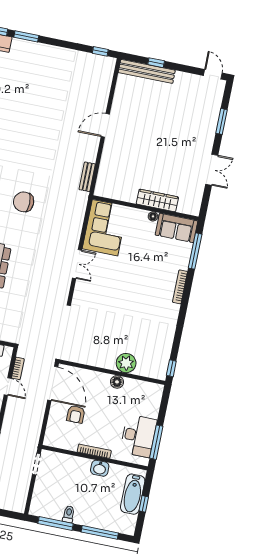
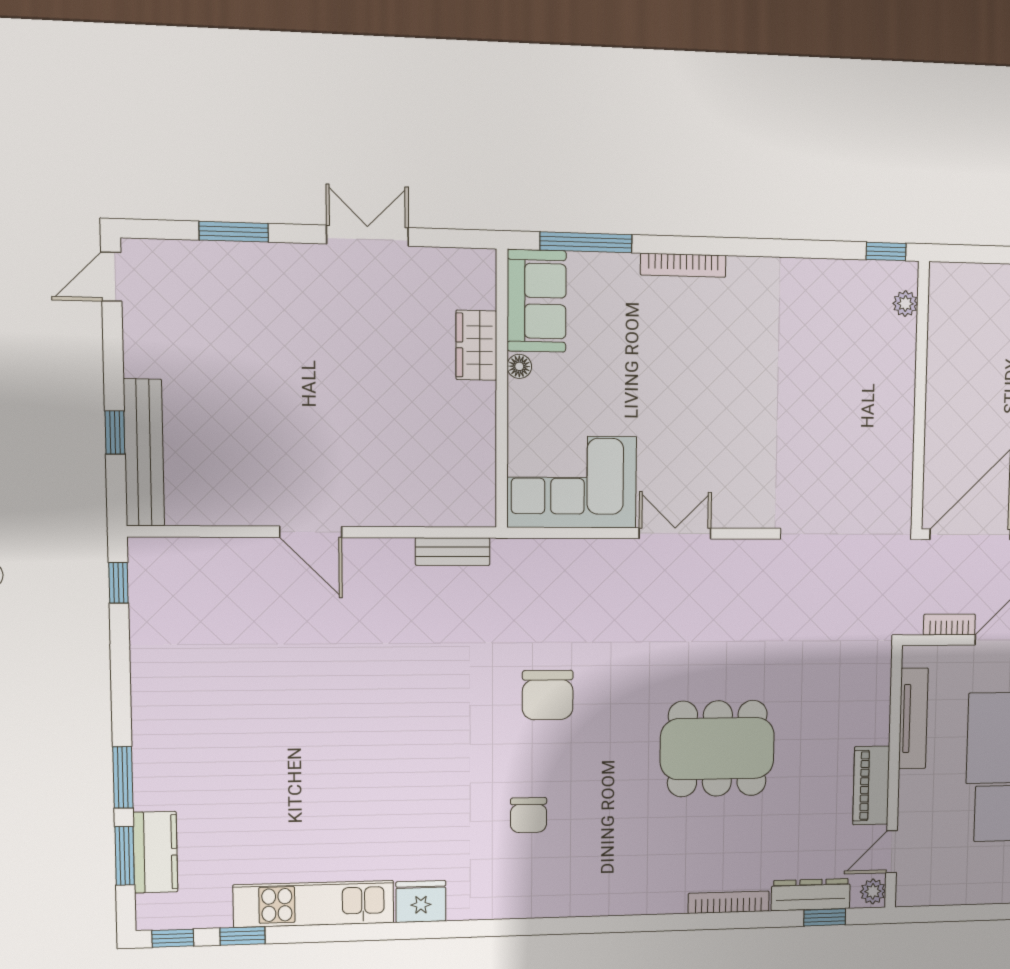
wardrobe: (157, 200) -> (476, 345), width x0.67
plant: (126, 363) -> (905, 304), moved, width x0.53, depth x0.53
floor lamp: (117, 382) -> (941, 380), removed

